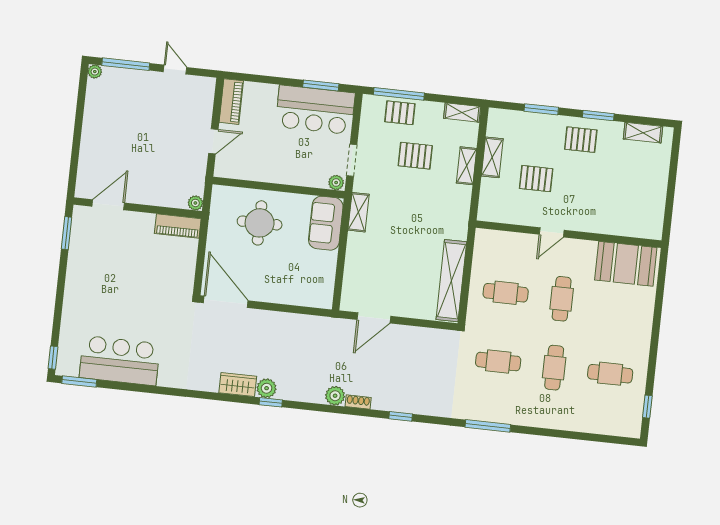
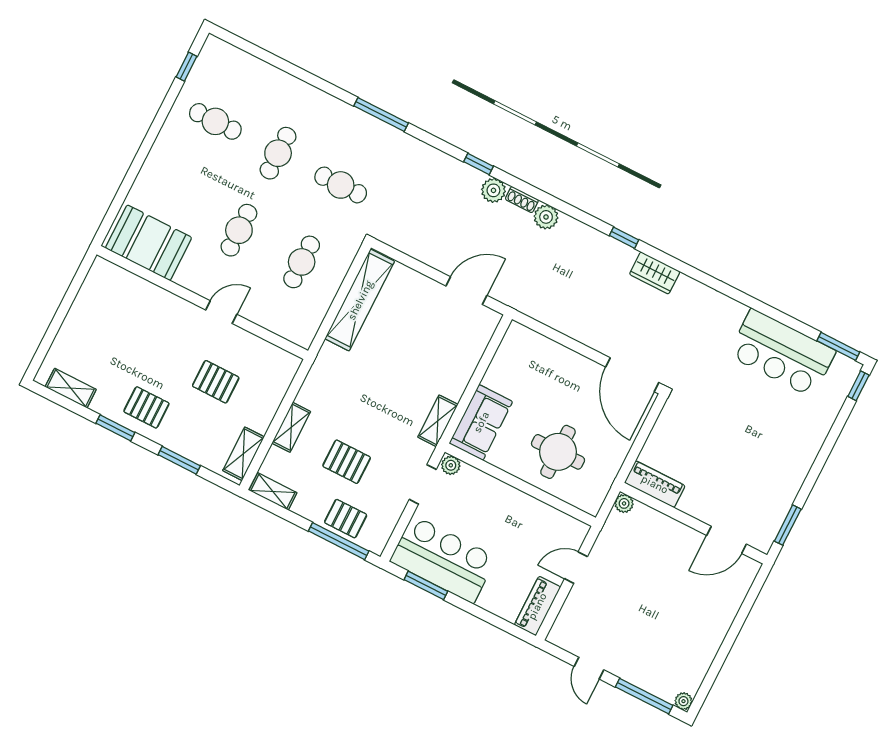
shelving: (492, 157) -> (243, 454), moved
cafe table: (506, 293) -> (302, 262), turned 90
plant: (267, 388) -> (493, 190), moved

